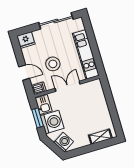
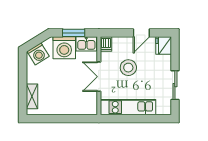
sliding door: (56, 21) -> (175, 85), width x0.73
door: (24, 73) -> (141, 33), moved
double door: (68, 86) -> (99, 77), swing flipped

